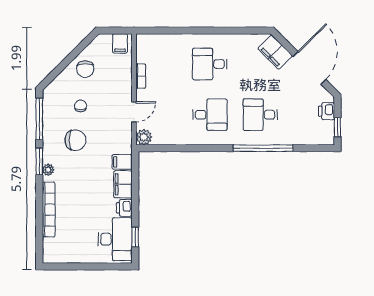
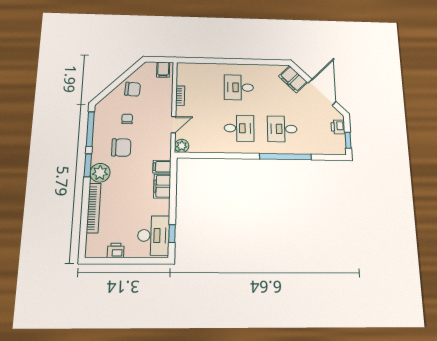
chair: (85, 69) -> (133, 89), turned -86
plant: (48, 170) -> (100, 173), width x1.87, depth x1.87
printer: (124, 208) -> (116, 250), moved, turned 90

